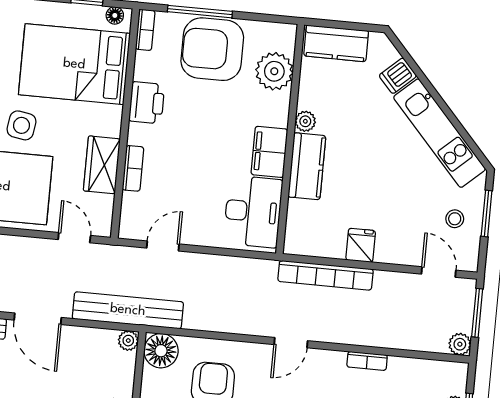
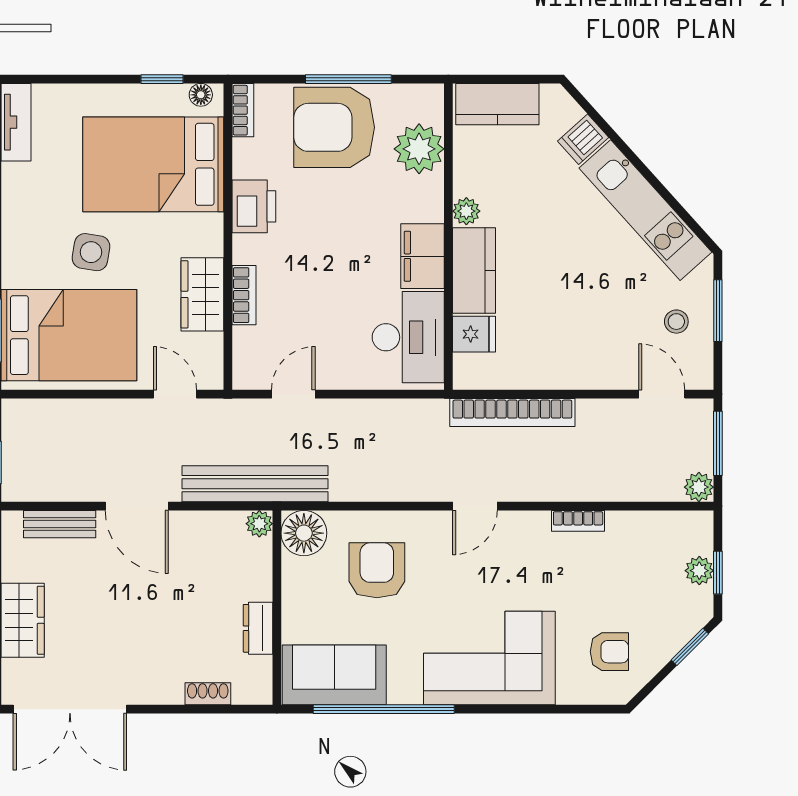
window: (200, 12) -> (348, 79), moved
fridge: (361, 245) -> (474, 334), moved, turned 90

